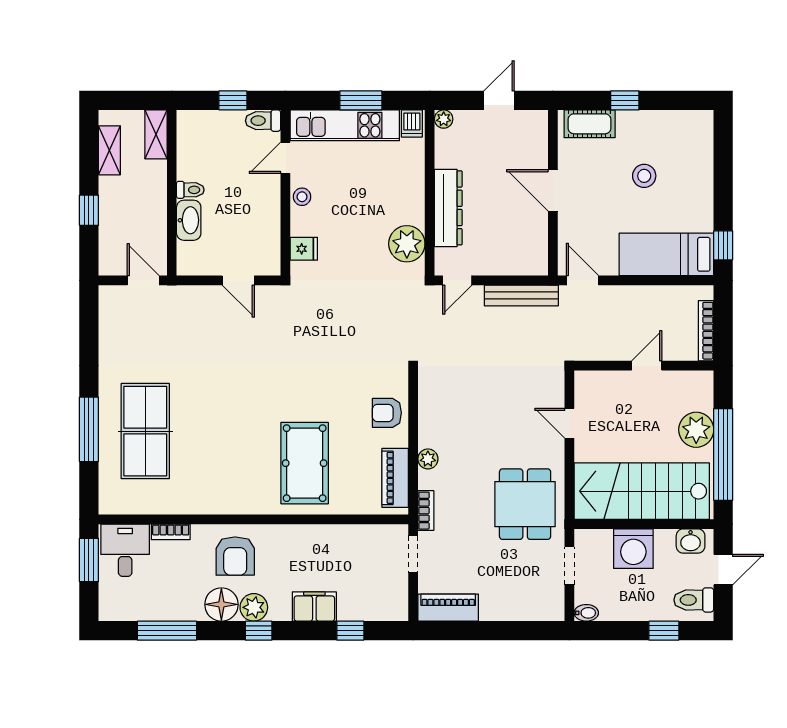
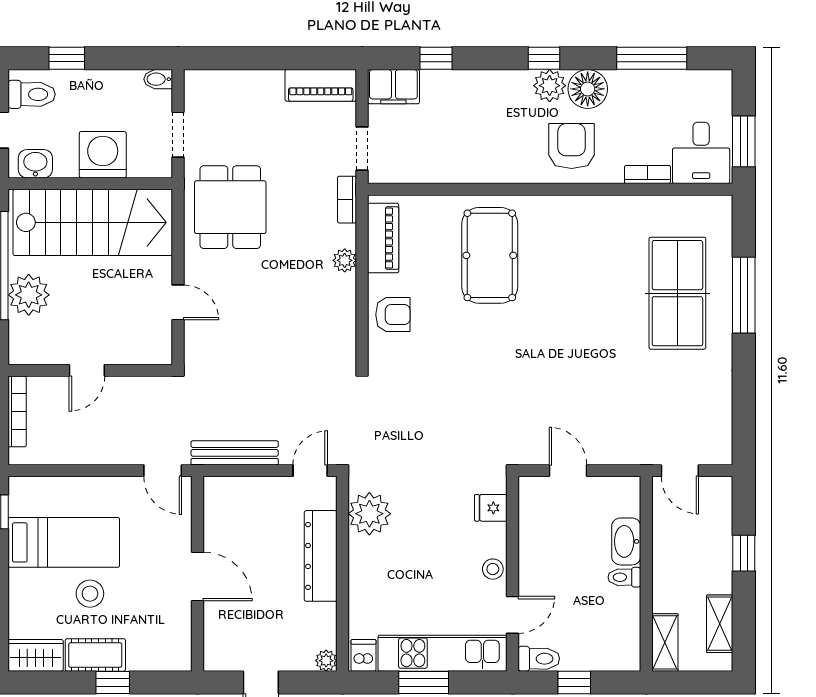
wardrobe: (690, 123) -> (36, 655), added
cot: (590, 124) -> (95, 655), moved
bed: (666, 254) -> (64, 542), moved
filing cabinet: (314, 606) -> (393, 87), moved

